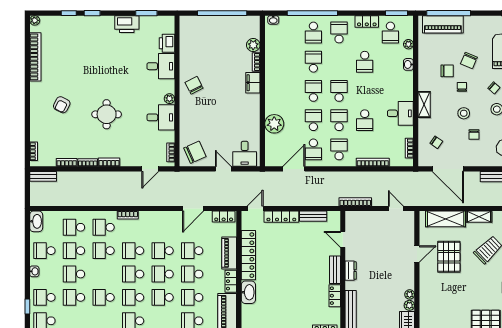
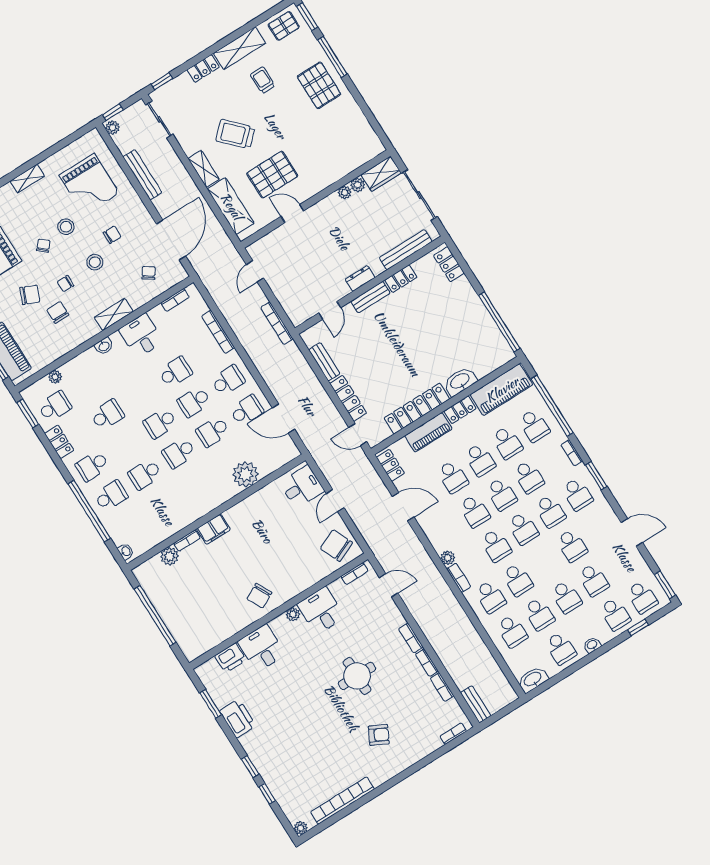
washbasin: (408, 64) -> (104, 346), moved
school desk: (339, 149) -> (228, 380), turned 180
plant: (144, 216) -> (448, 558), added

